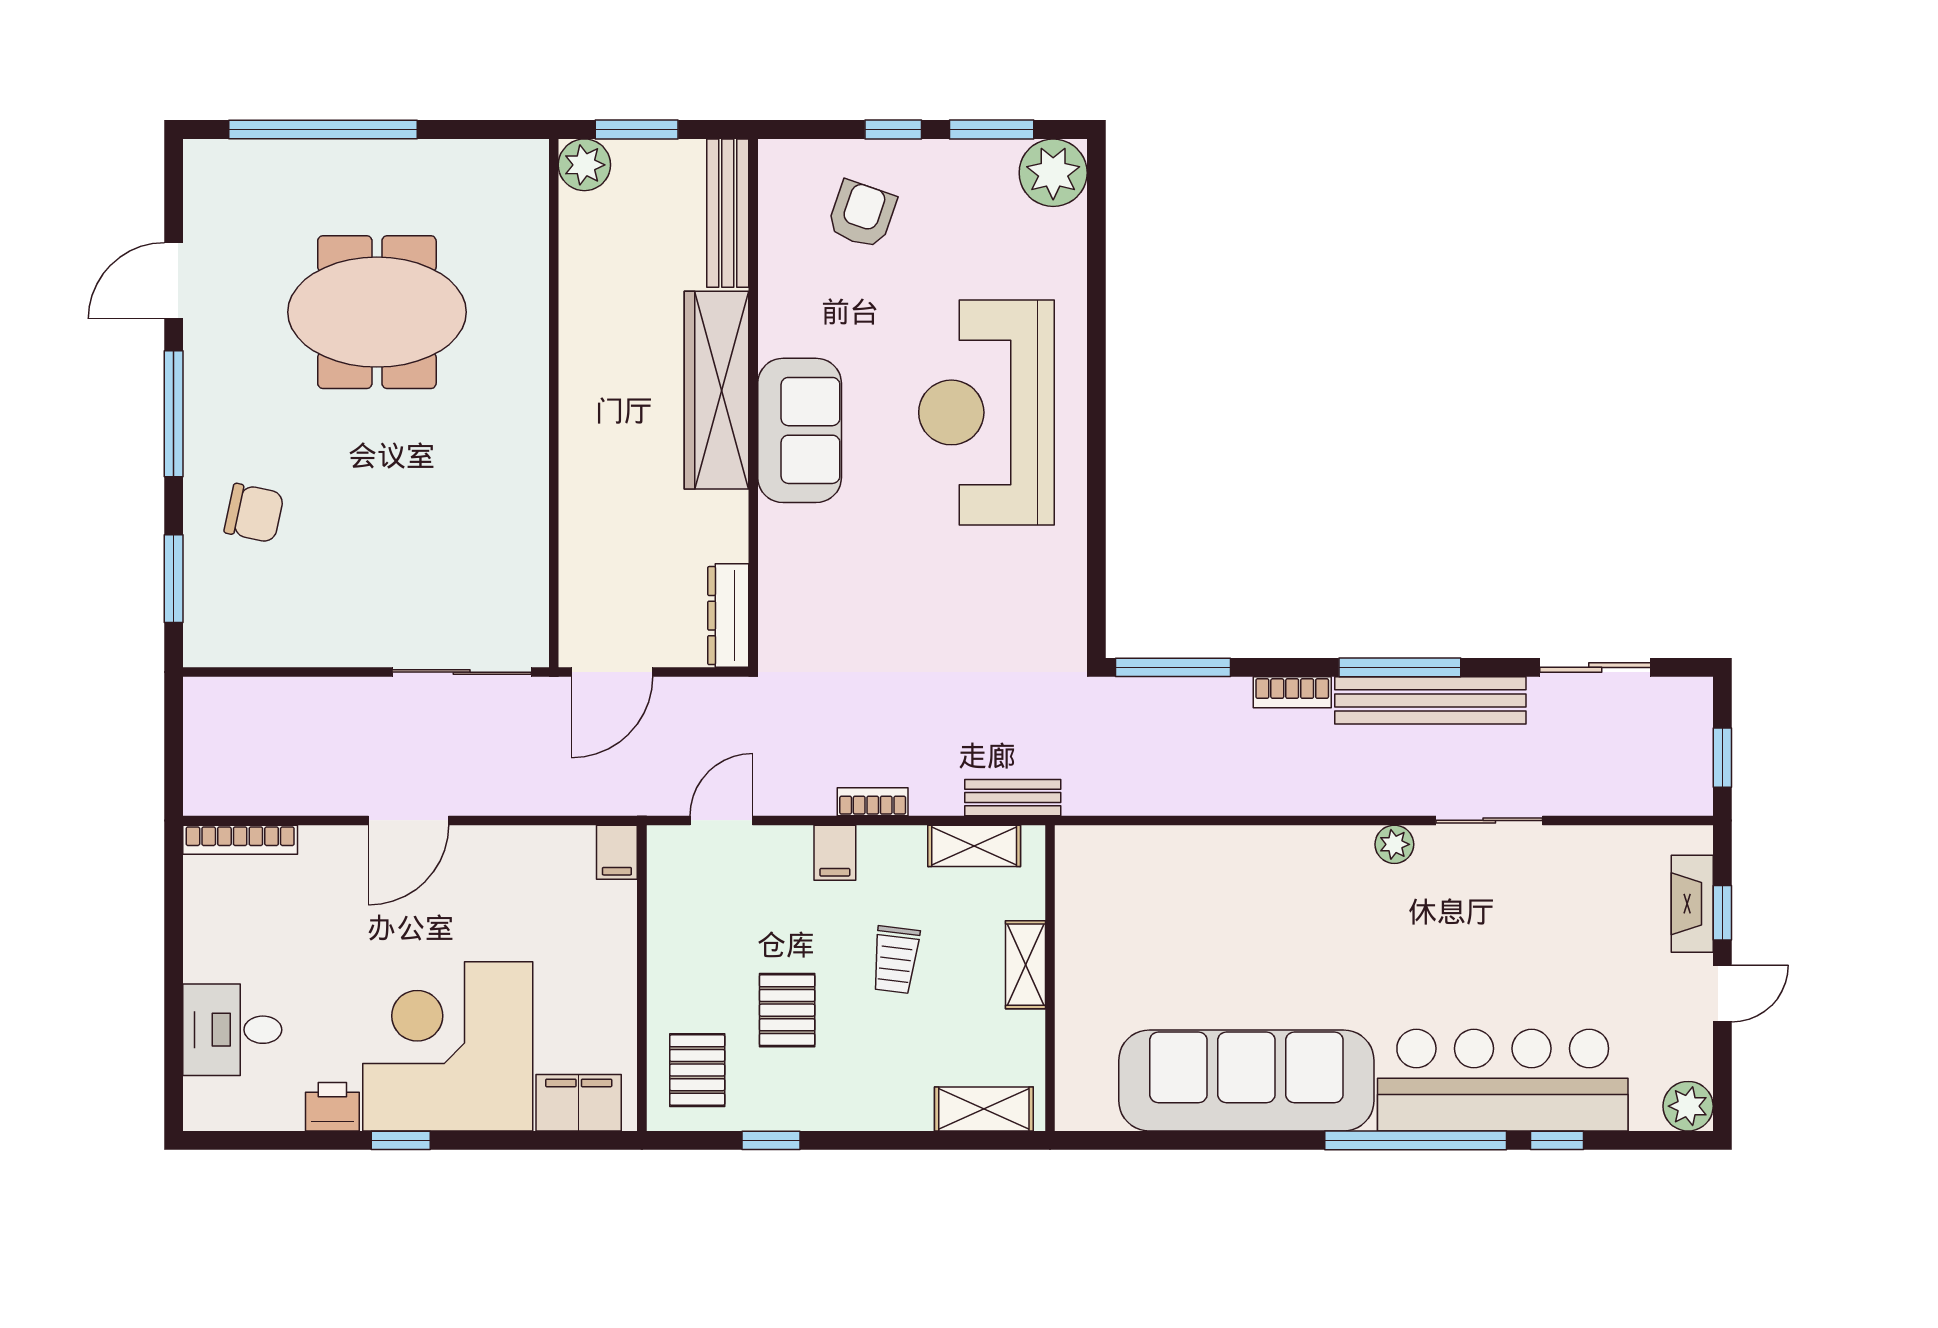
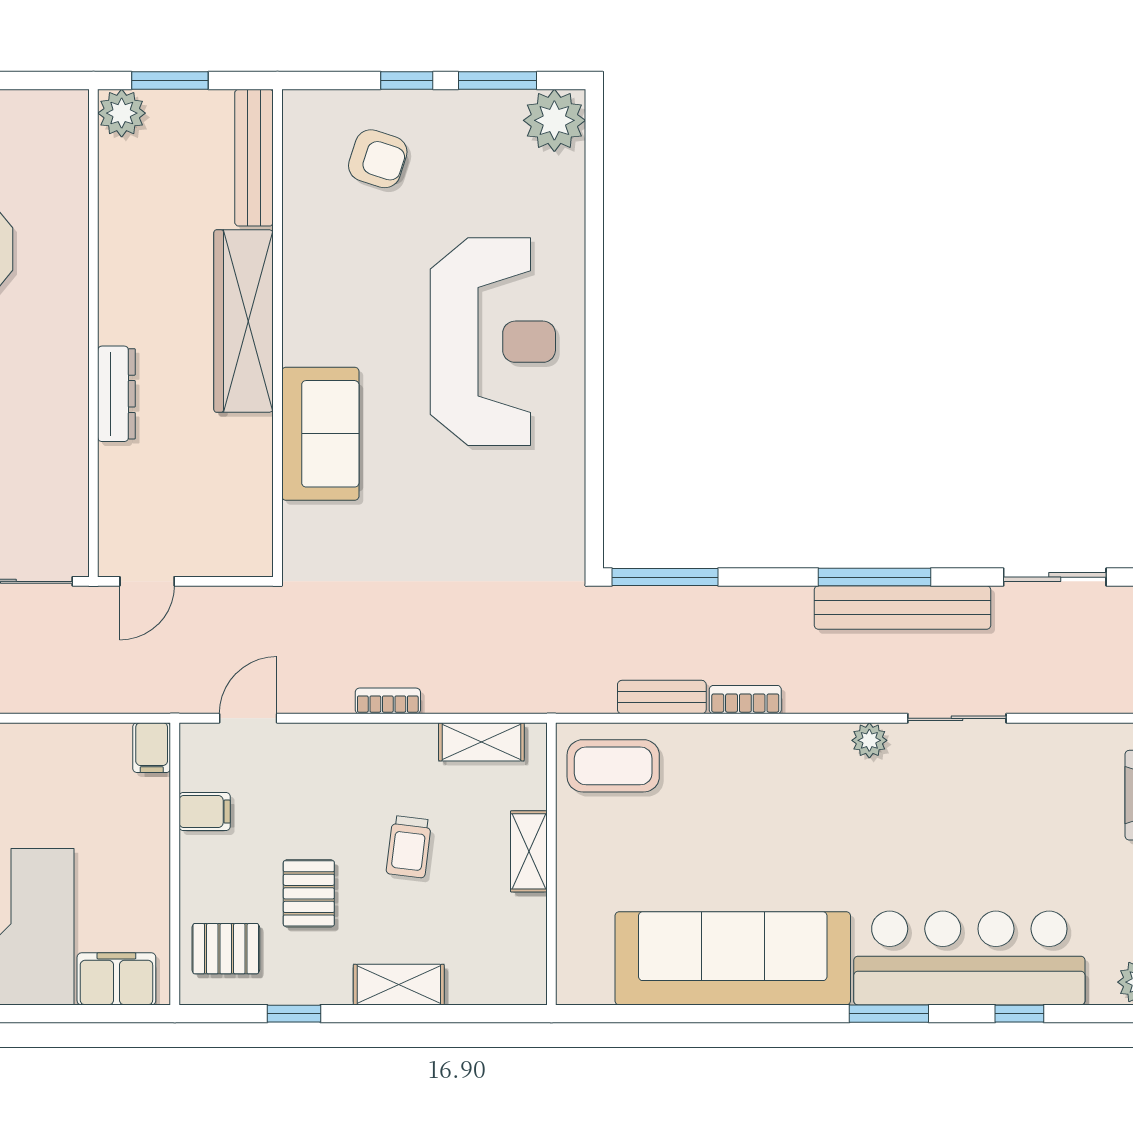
armchair: (862, 214) -> (378, 159), turned 89
reception desk: (986, 412) -> (493, 342), turned 180
sofa: (800, 430) -> (320, 434), moved
dresser: (728, 616) -> (116, 394), moved, turned 180
door: (612, 672) -> (147, 581), width x0.73
bookcase: (1292, 692) -> (745, 700), moved, turned 180
bench: (1013, 798) -> (662, 697), moved
filing cabinet: (835, 853) -> (205, 812), moved, turned -90
coffee table: (1117, 872) -> (613, 766), added
pallet: (697, 1070) -> (226, 949), turned 90
shelving: (984, 1109) -> (399, 985), moved
window: (1416, 1140) -> (889, 1014), width x0.47

